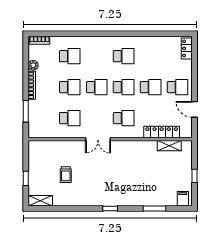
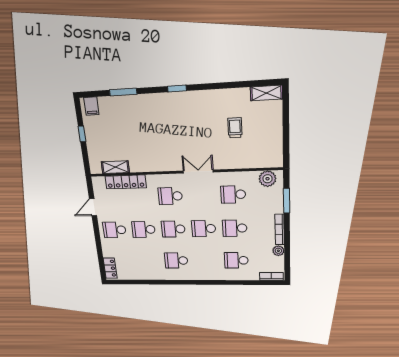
door: (195, 109) -> (93, 207), swing flipped
plant: (41, 131) -> (267, 179), added
window: (26, 178) -> (286, 121), removed

